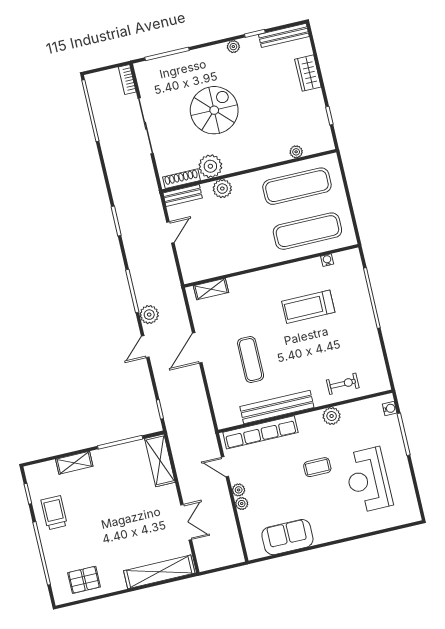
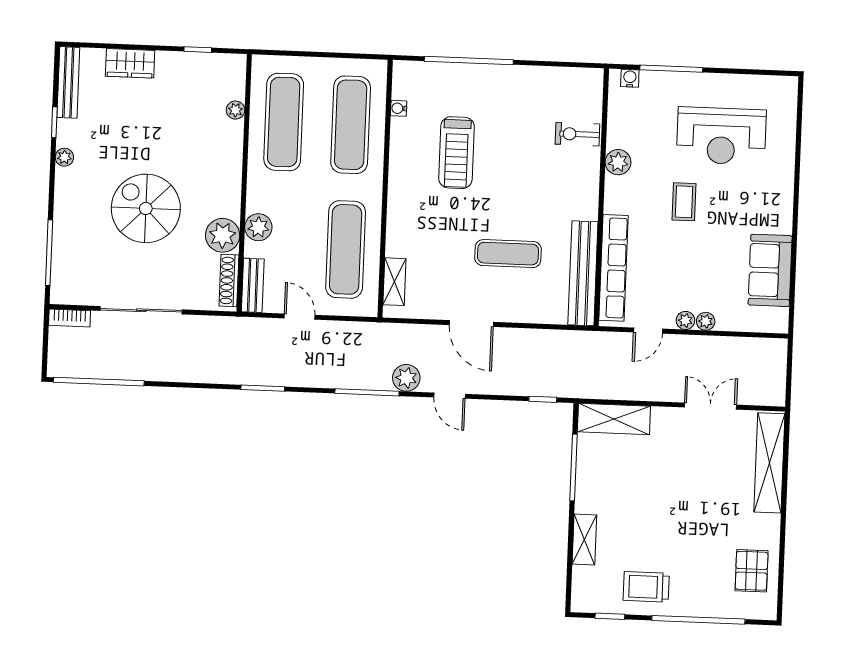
exercise mat: (224, 251) -> (346, 249), added
exercise bike: (343, 384) -> (577, 134), turned -90
bench: (277, 407) -> (583, 273), moved

